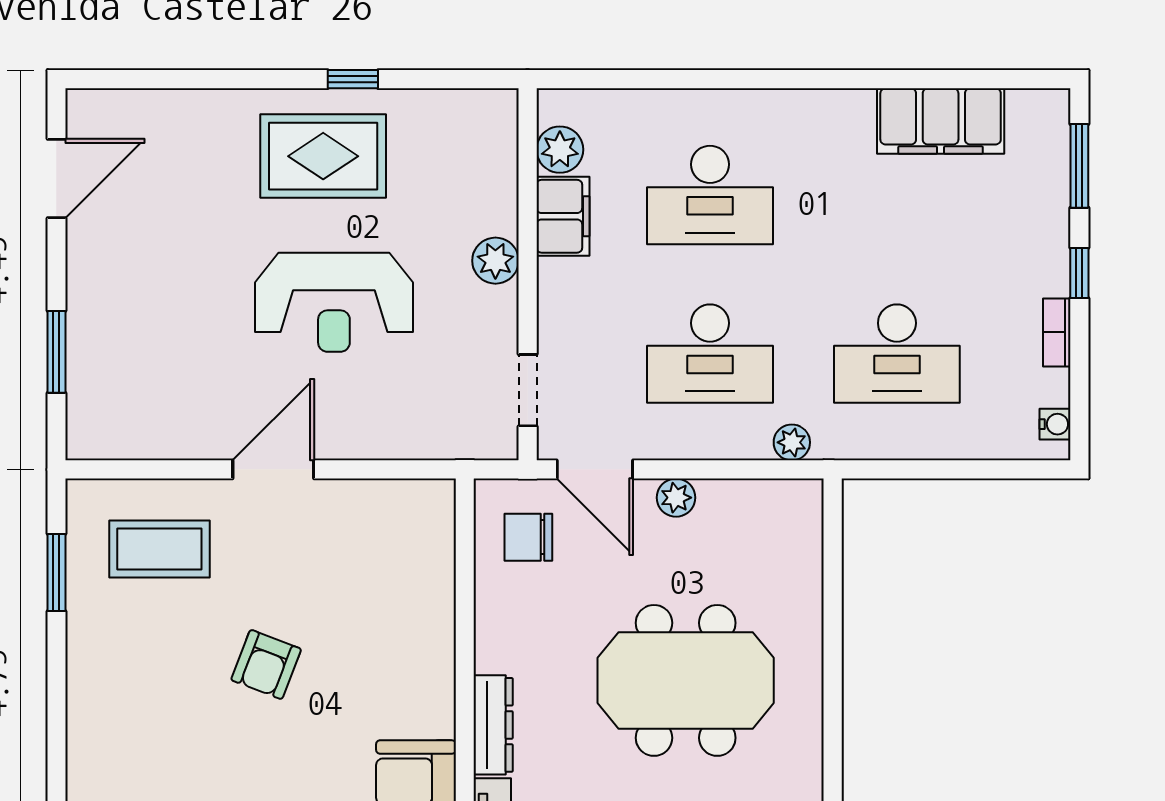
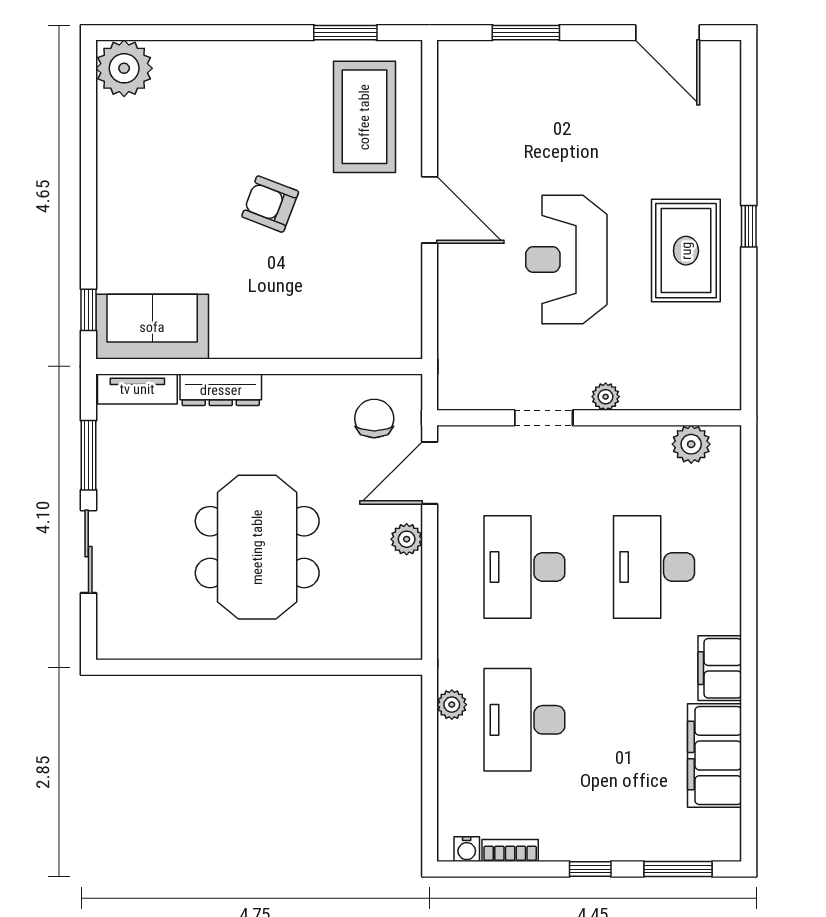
window: (353, 79) -> (749, 226), moved
filing cabinet: (563, 216) -> (720, 668), moved, turned 90
plant: (495, 261) -> (606, 397), width x0.73, depth x0.73
bookcase: (1057, 332) -> (510, 851), moved
doorway: (528, 390) -> (544, 418), moved
plant: (792, 442) -> (452, 705), moved
coffee table: (159, 549) -> (364, 117), width x1.36, depth x1.32

